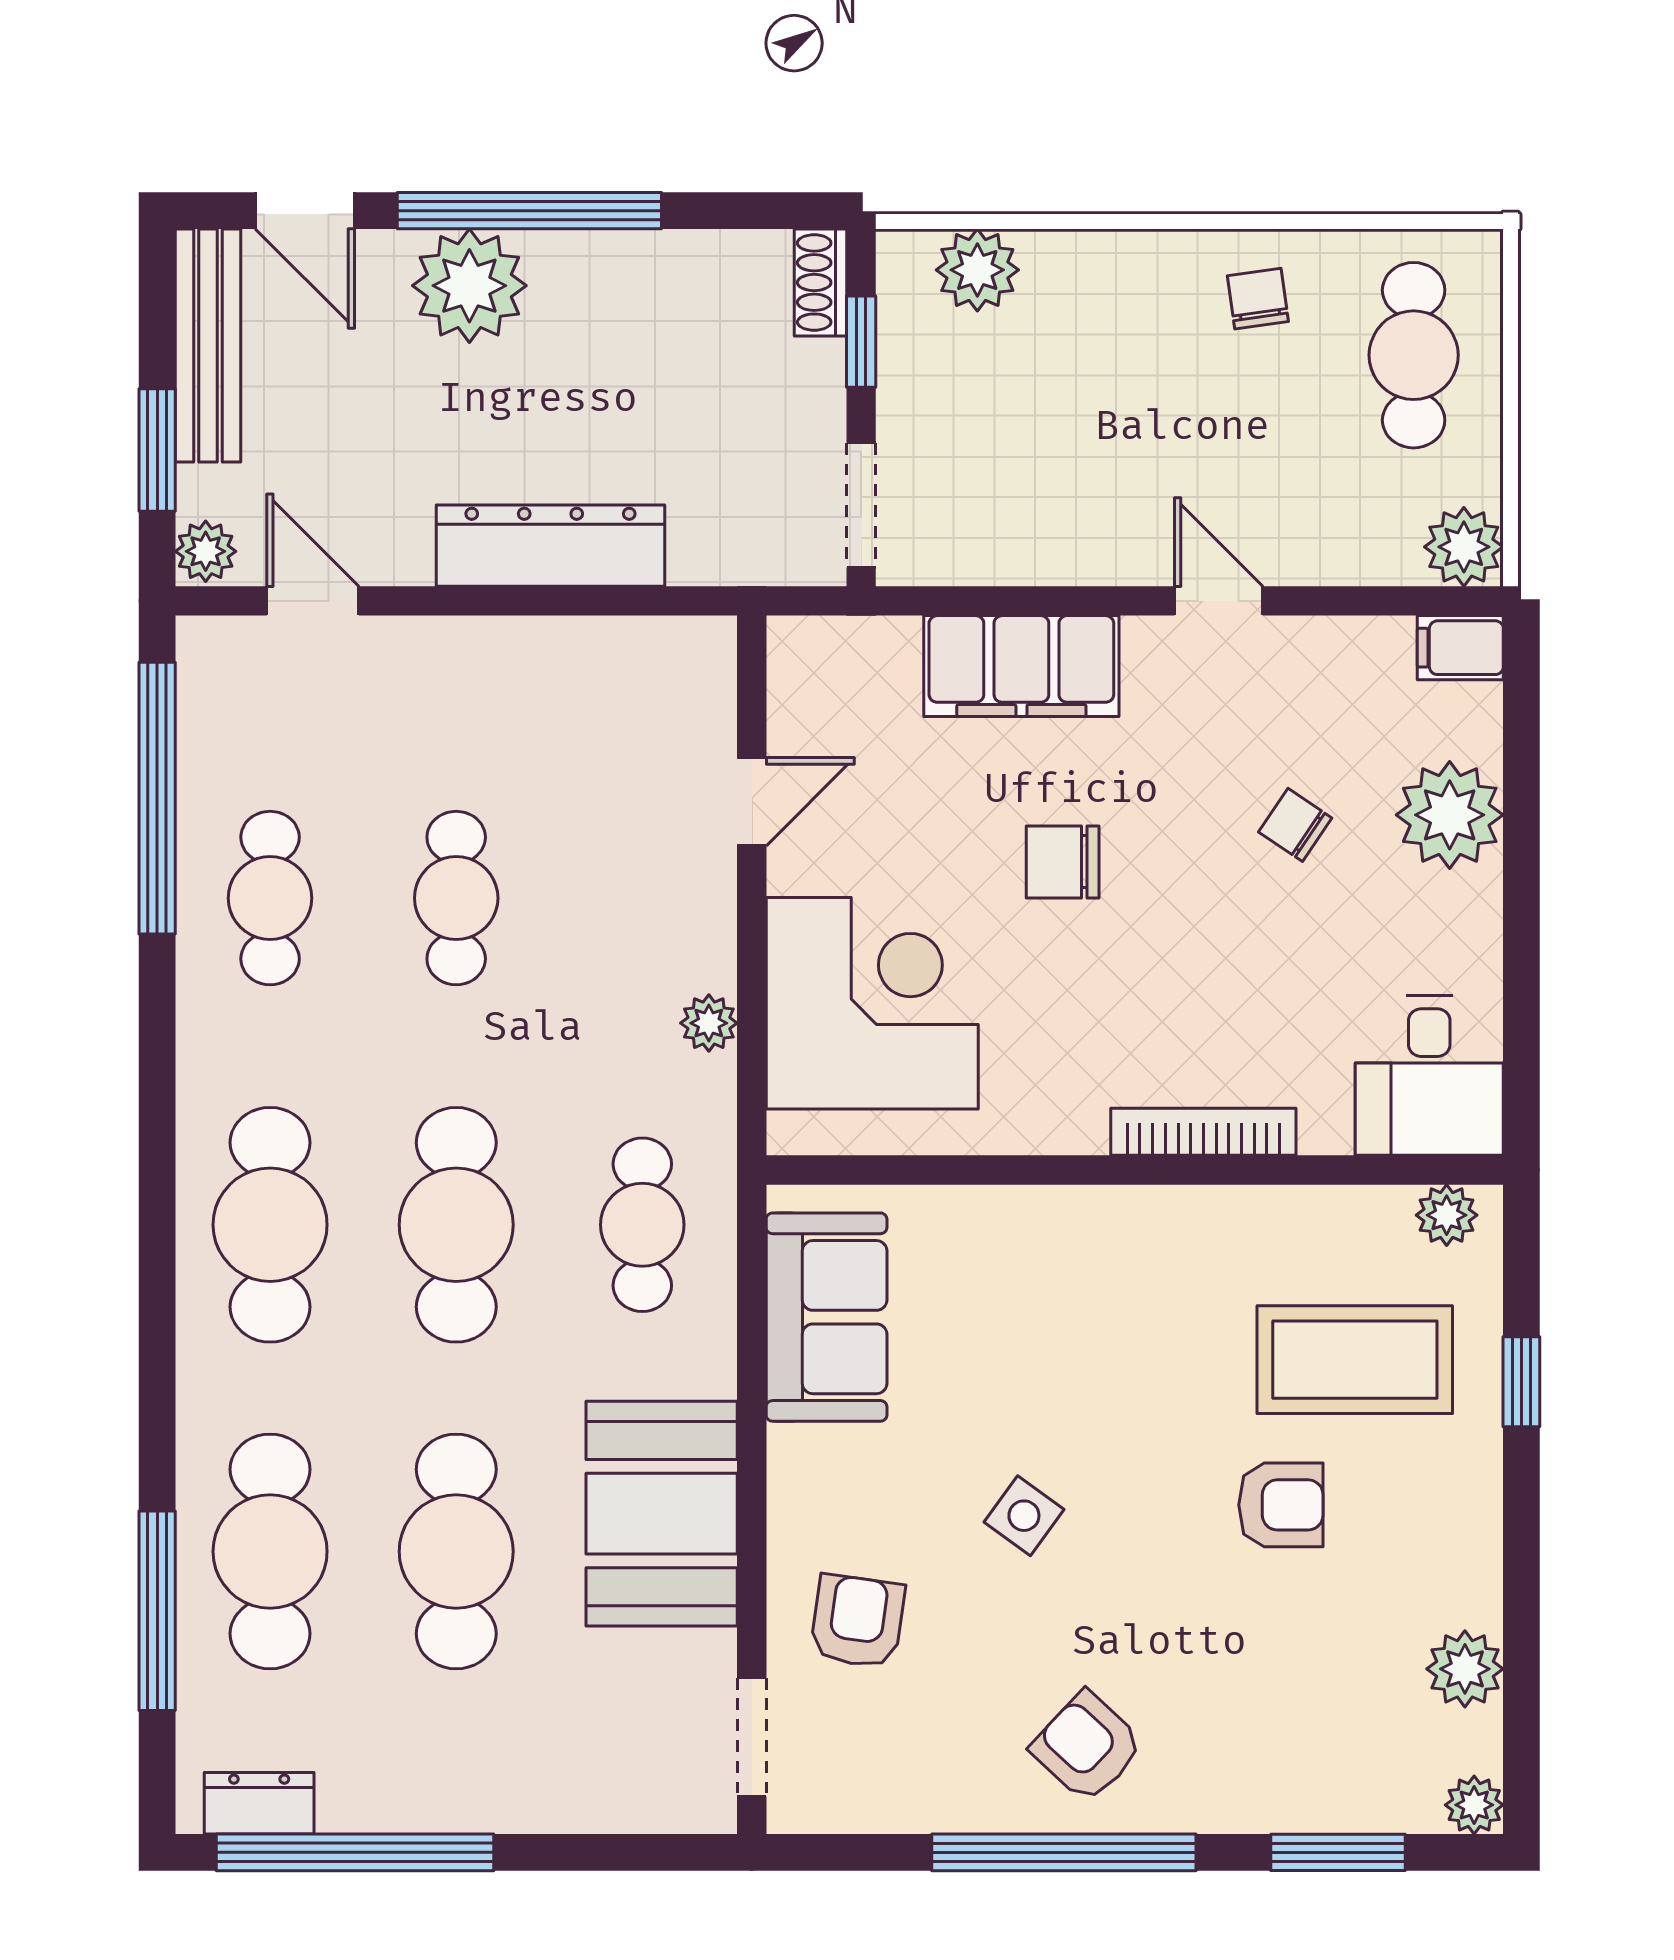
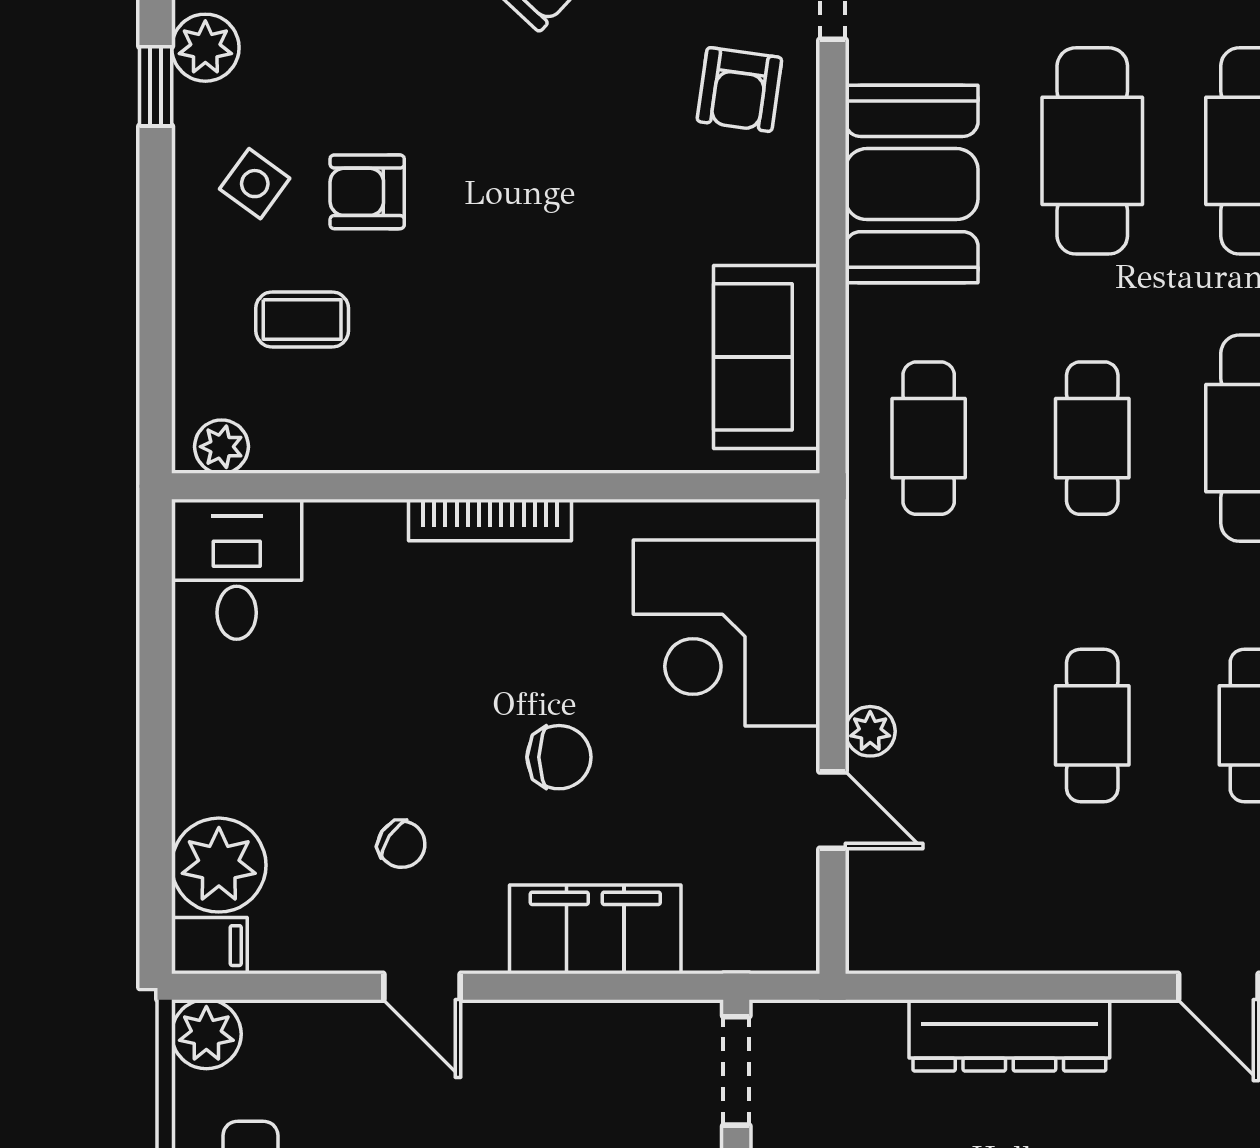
door: (752, 802) -> (832, 810), swing flipped
plant: (1450, 815) -> (219, 865), moved
chair: (1295, 825) -> (402, 844), moved
plant: (709, 1023) -> (870, 731), moved
bookcase: (1203, 1132) -> (490, 520), moved
cafe table: (456, 1225) -> (1092, 438), width x0.73, depth x0.74
coffee table: (1355, 1360) -> (302, 320), width x0.54, depth x0.58
window: (1521, 1382) -> (156, 86), moved
side table: (1024, 1516) -> (255, 184), moved

